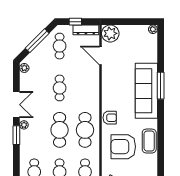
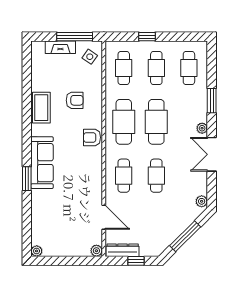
plant: (110, 33) -> (96, 251), width x0.53, depth x0.53
cafe table: (60, 46) -> (124, 176), moved
window: (161, 86) -> (27, 179), width x0.69
sofa: (146, 91) -> (42, 163), width x0.74, depth x0.79
window: (16, 135) -> (212, 101), moved
armchair: (123, 147) -> (75, 100), width x0.53, depth x0.53

